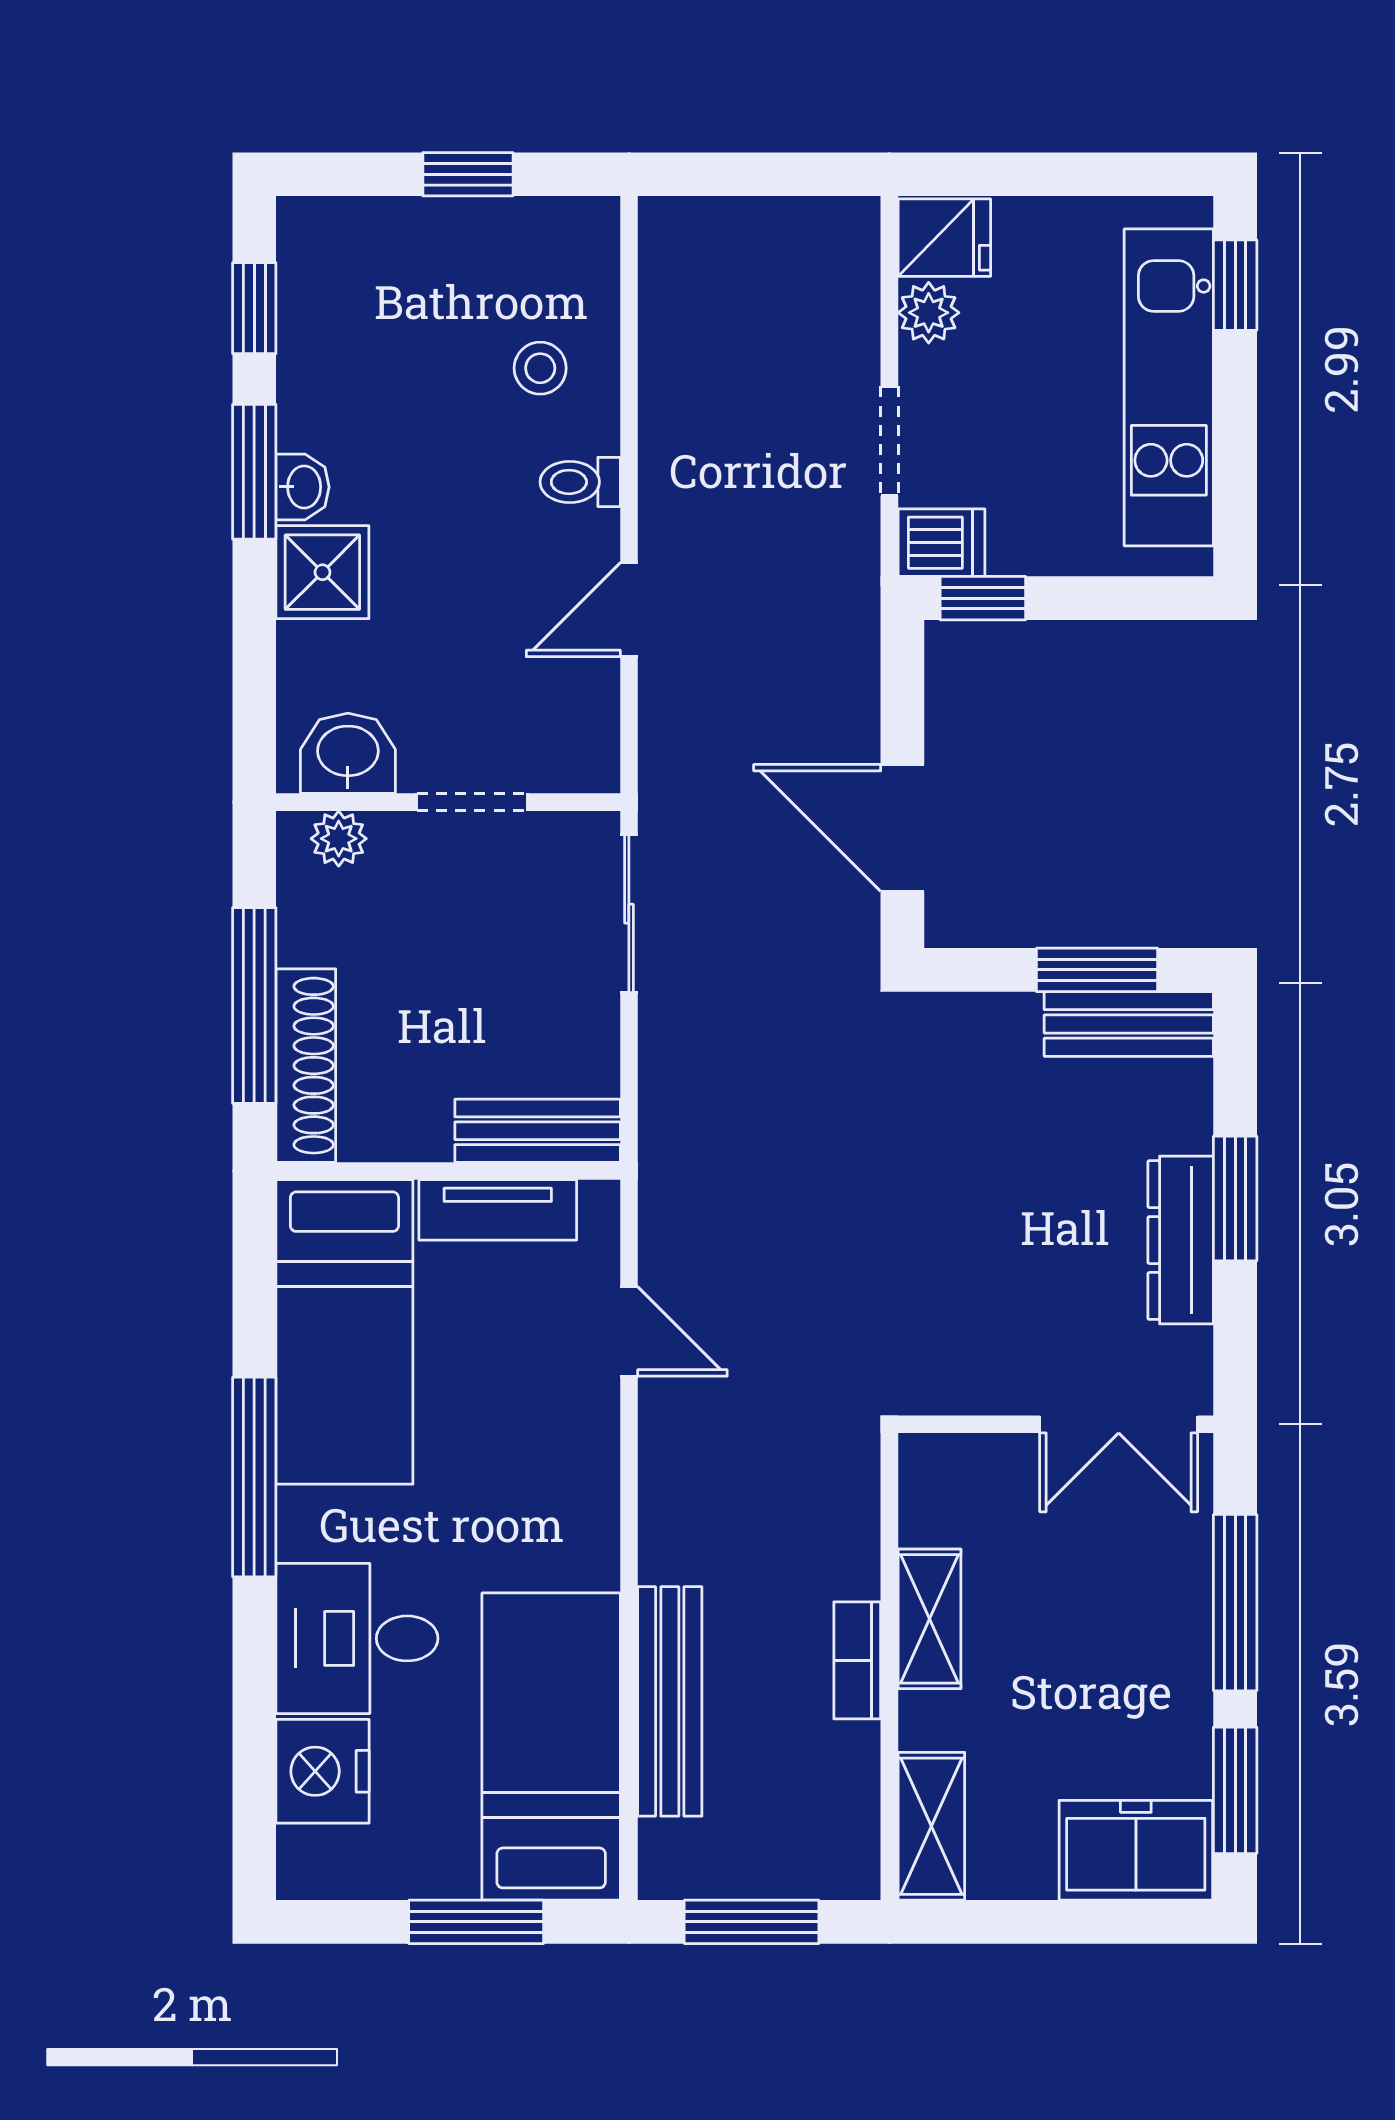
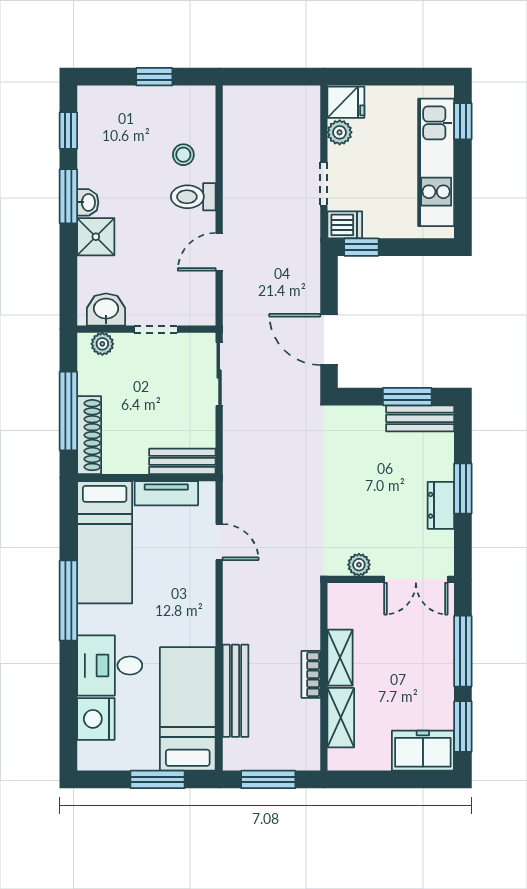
toilet: (580, 482) -> (193, 197), width x1.37, depth x1.39
dresser: (1181, 1240) -> (441, 505), width x0.70
plant: (977, 1388) -> (359, 565), added
shelving: (931, 1826) -> (341, 718), moved

